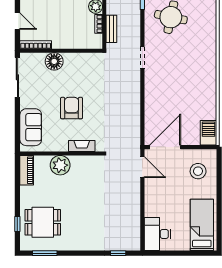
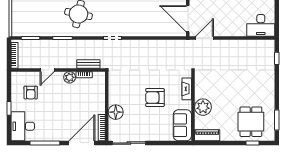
door: (17, 21) -> (82, 143), width x1.87
sofa: (31, 127) -> (182, 125), moved, turned -90

